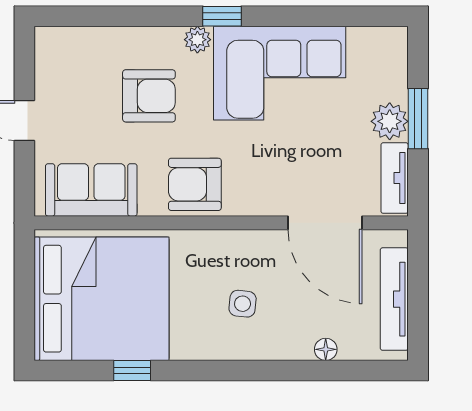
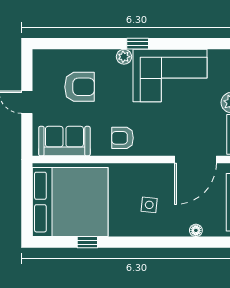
armchair: (149, 96) -> (79, 87), moved
armchair: (195, 184) -> (122, 138), width x0.72, depth x0.72
door: (325, 223) -> (195, 159), hinge flipped

